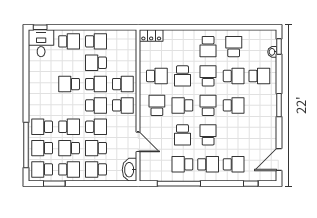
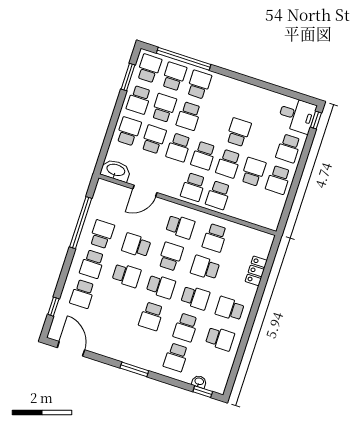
locker: (151, 36) -> (256, 271), moved

